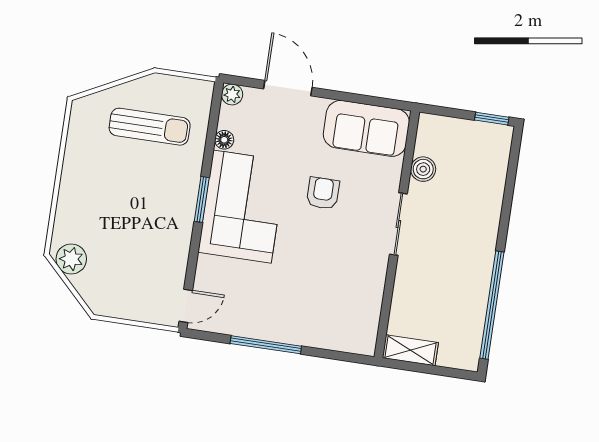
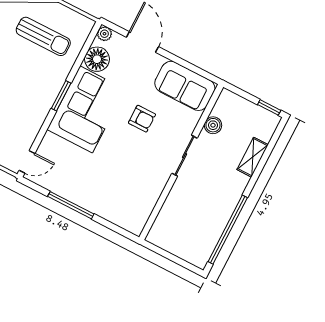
floor lamp: (224, 140) -> (97, 59), width x1.89, depth x1.89
armchair: (323, 193) -> (142, 119), turned 90
shelving: (410, 350) -> (253, 157), moved, turned 90

